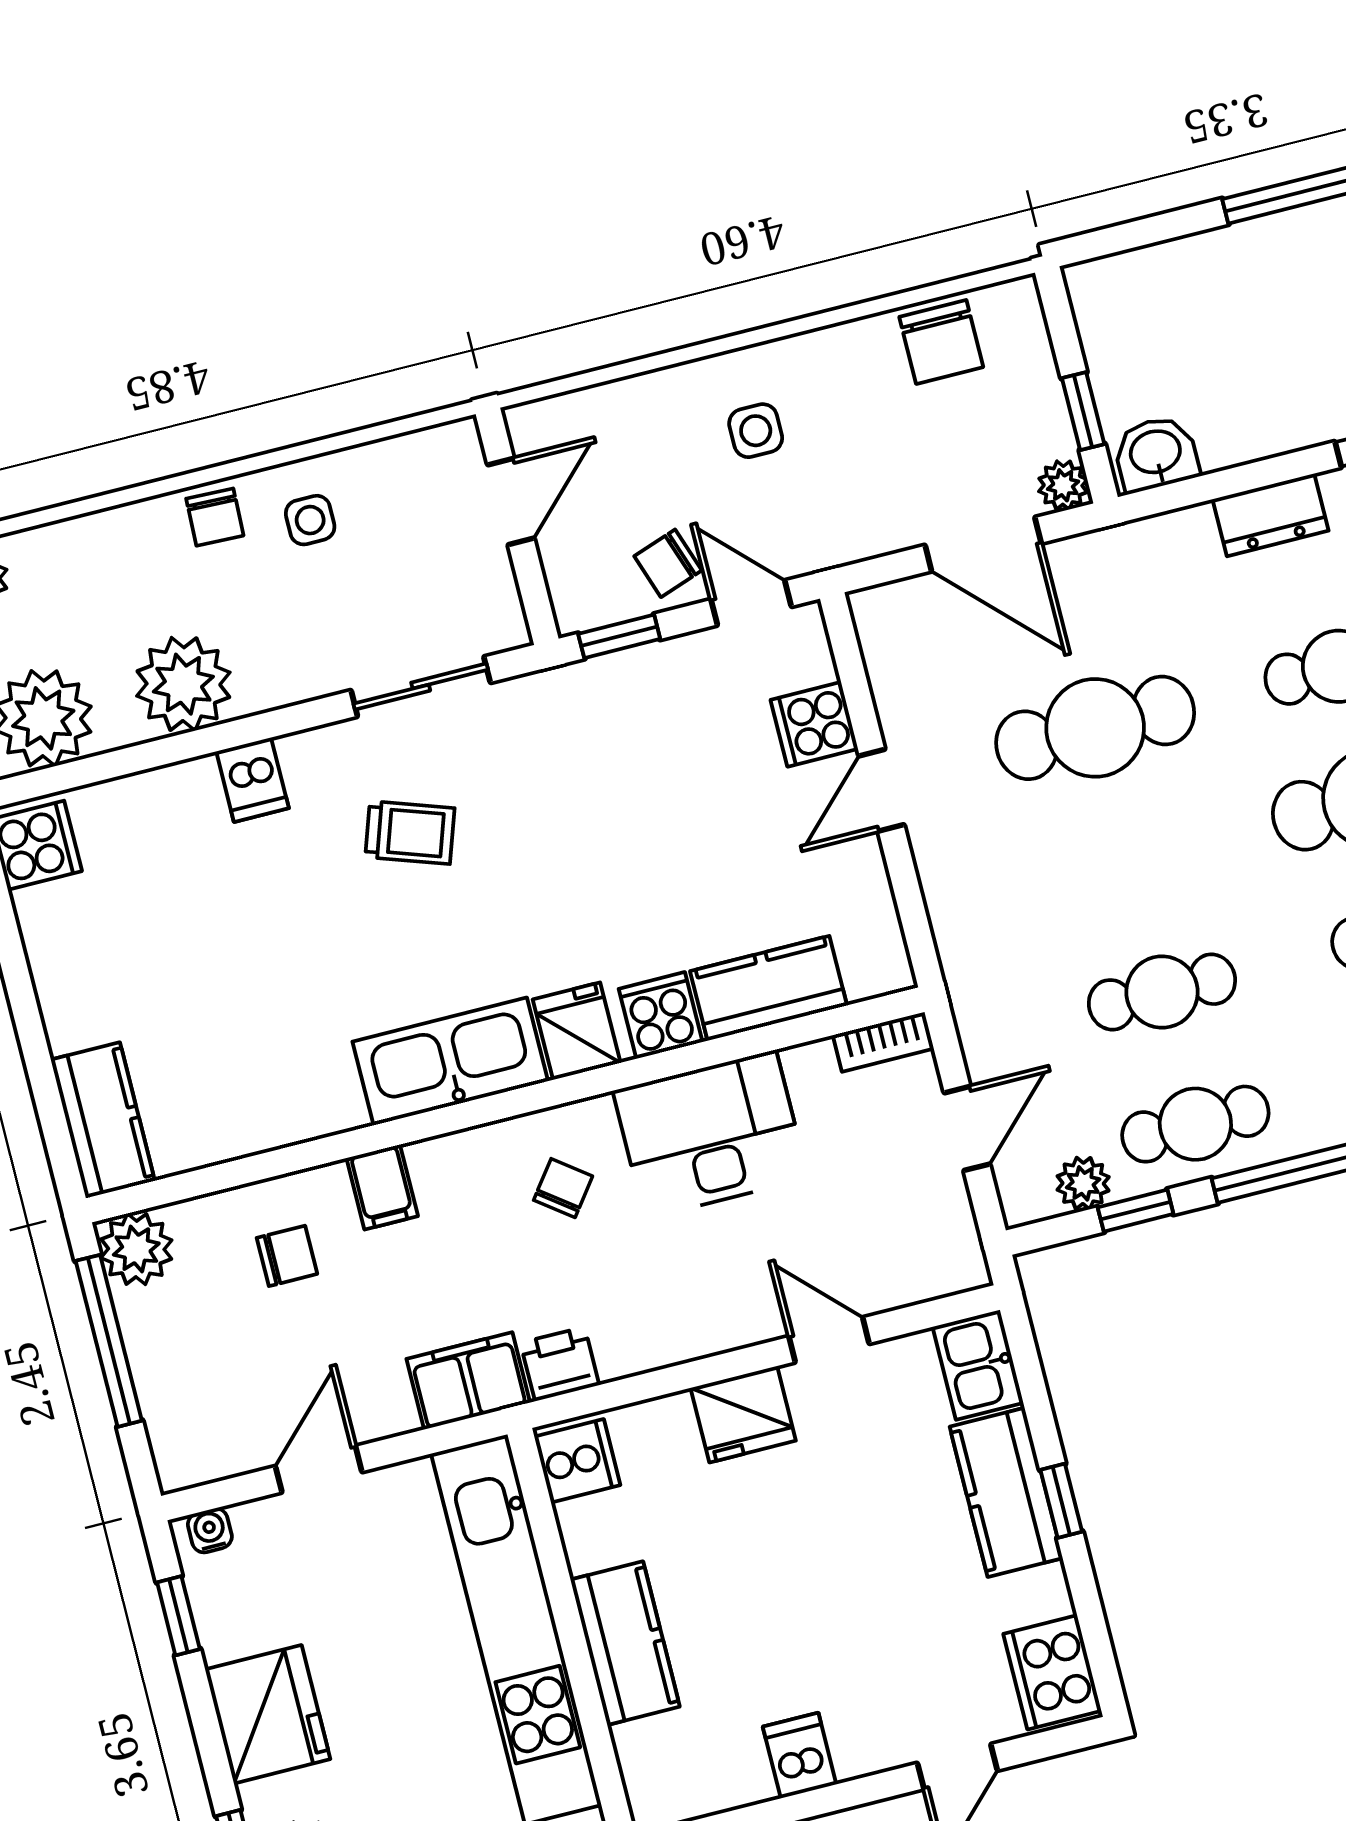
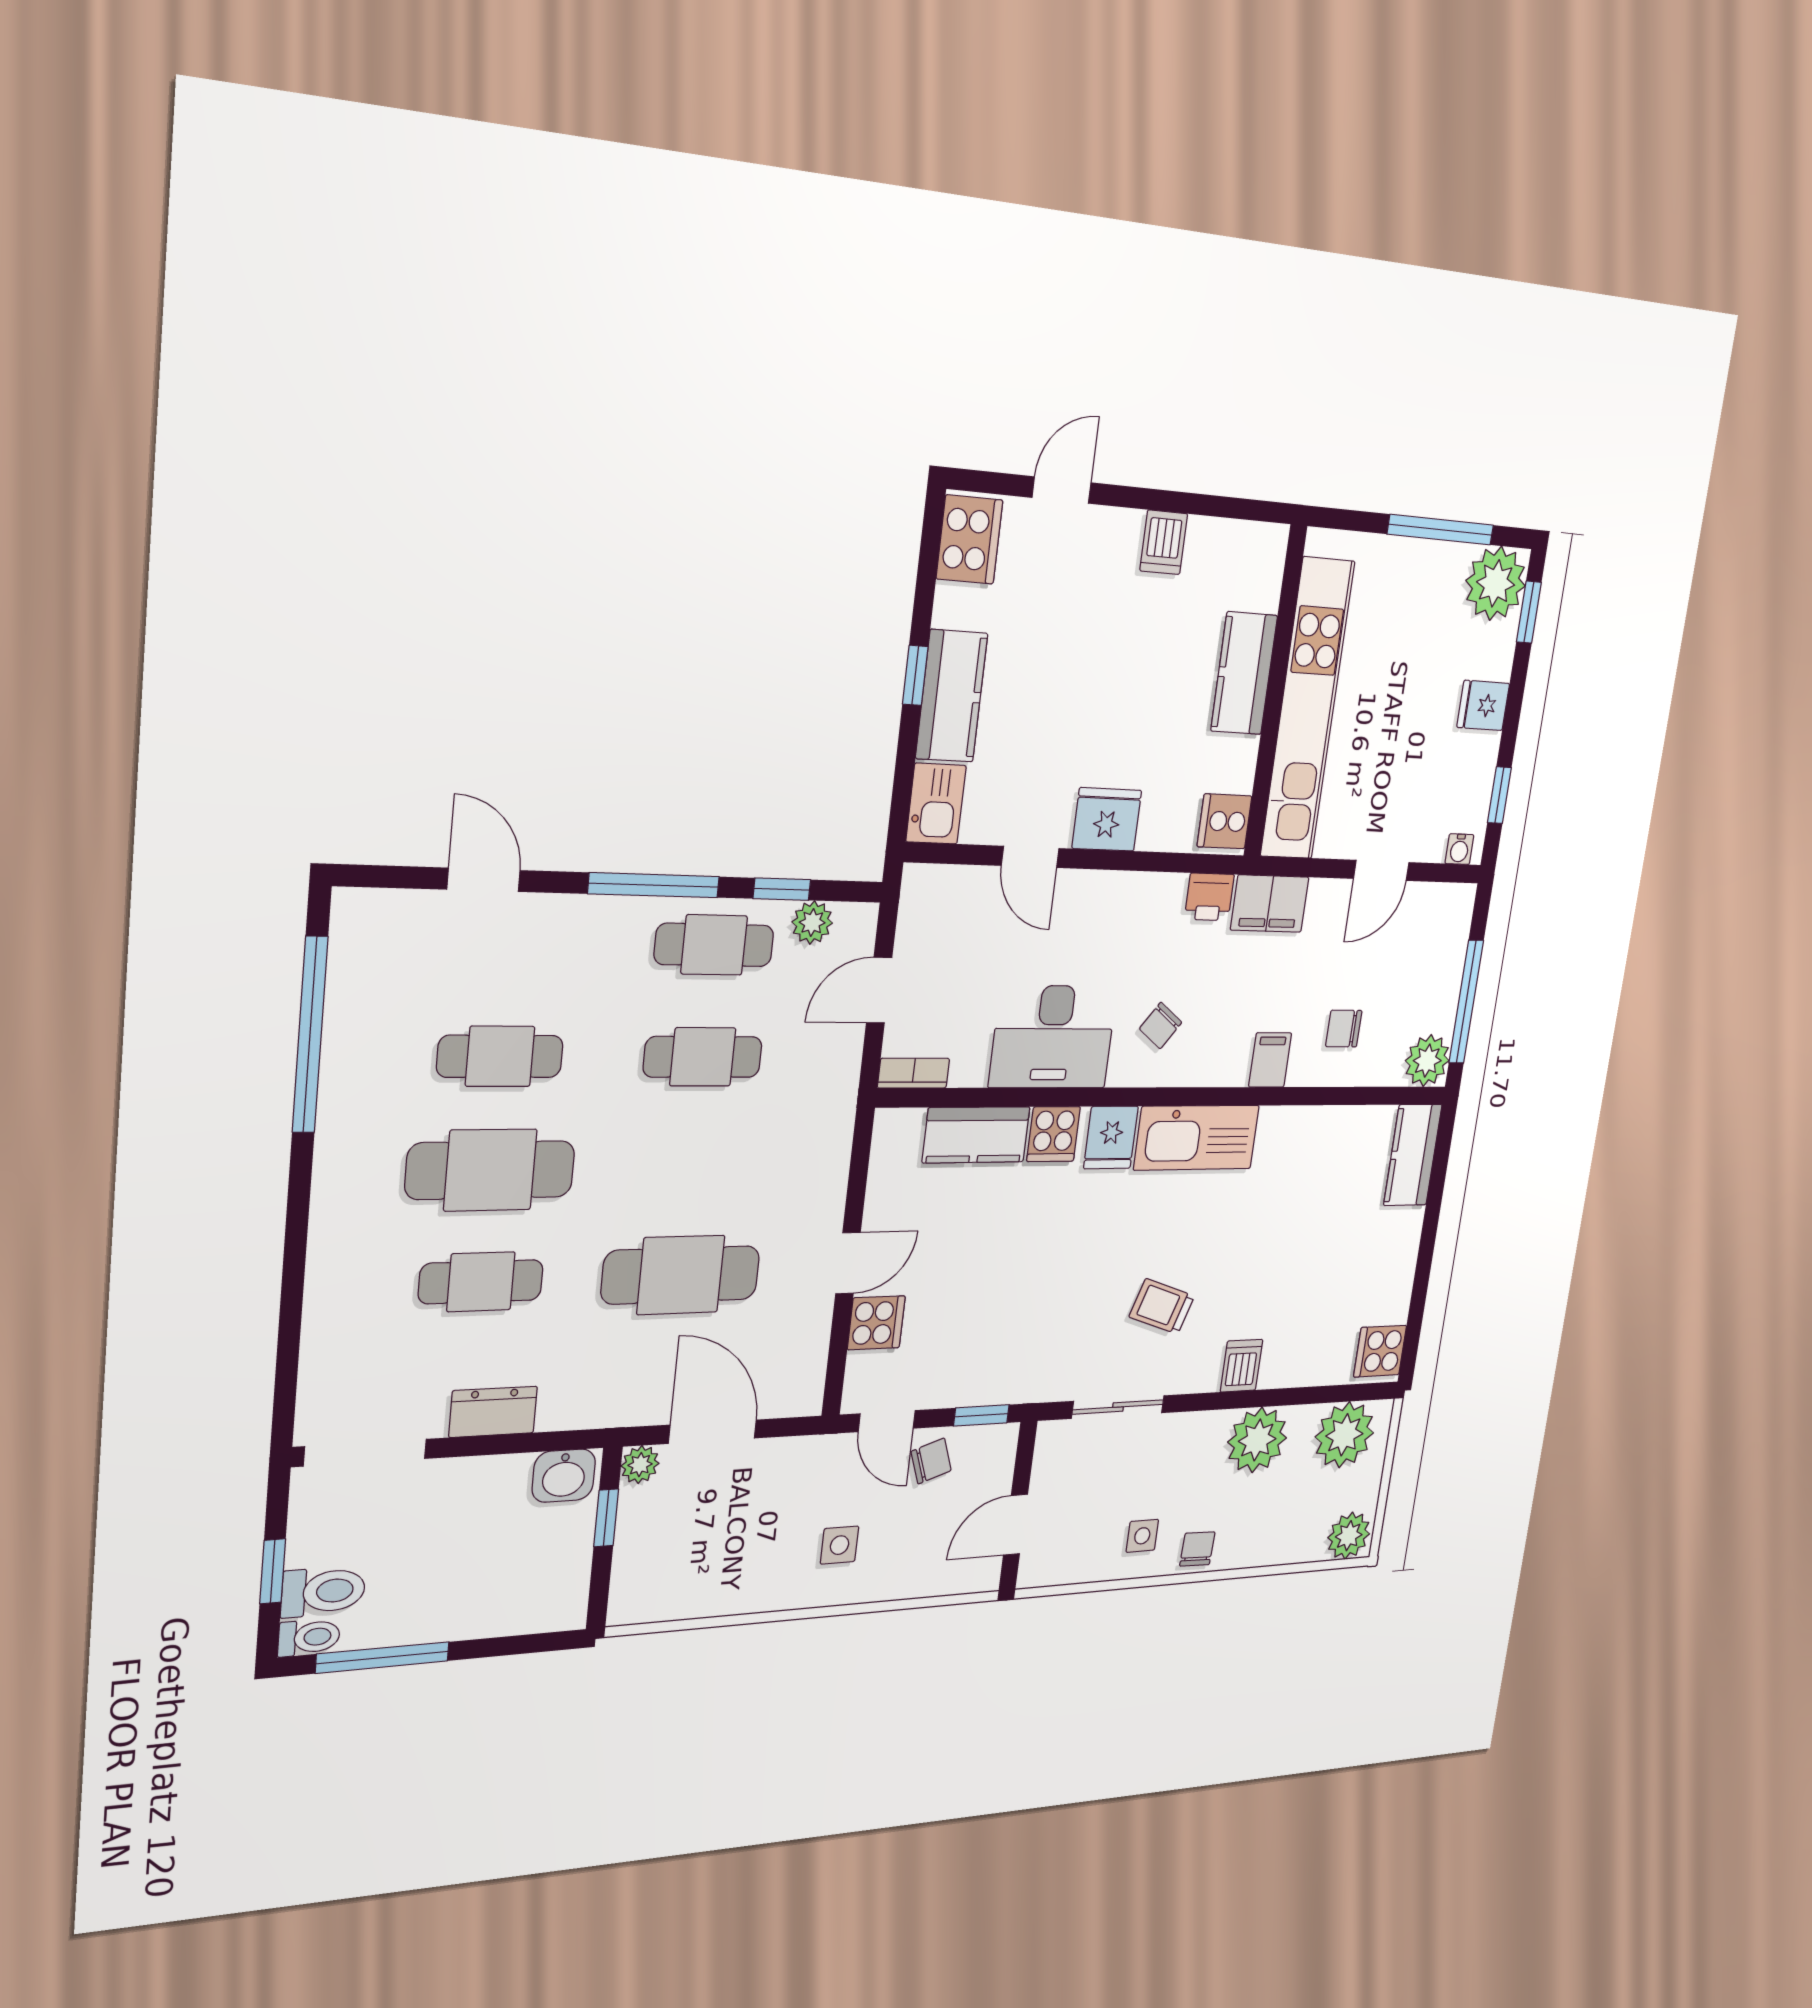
chair: (941, 342) -> (690, 1587), removed
fridge: (268, 1714) -> (1483, 705), width x0.53, depth x0.75

